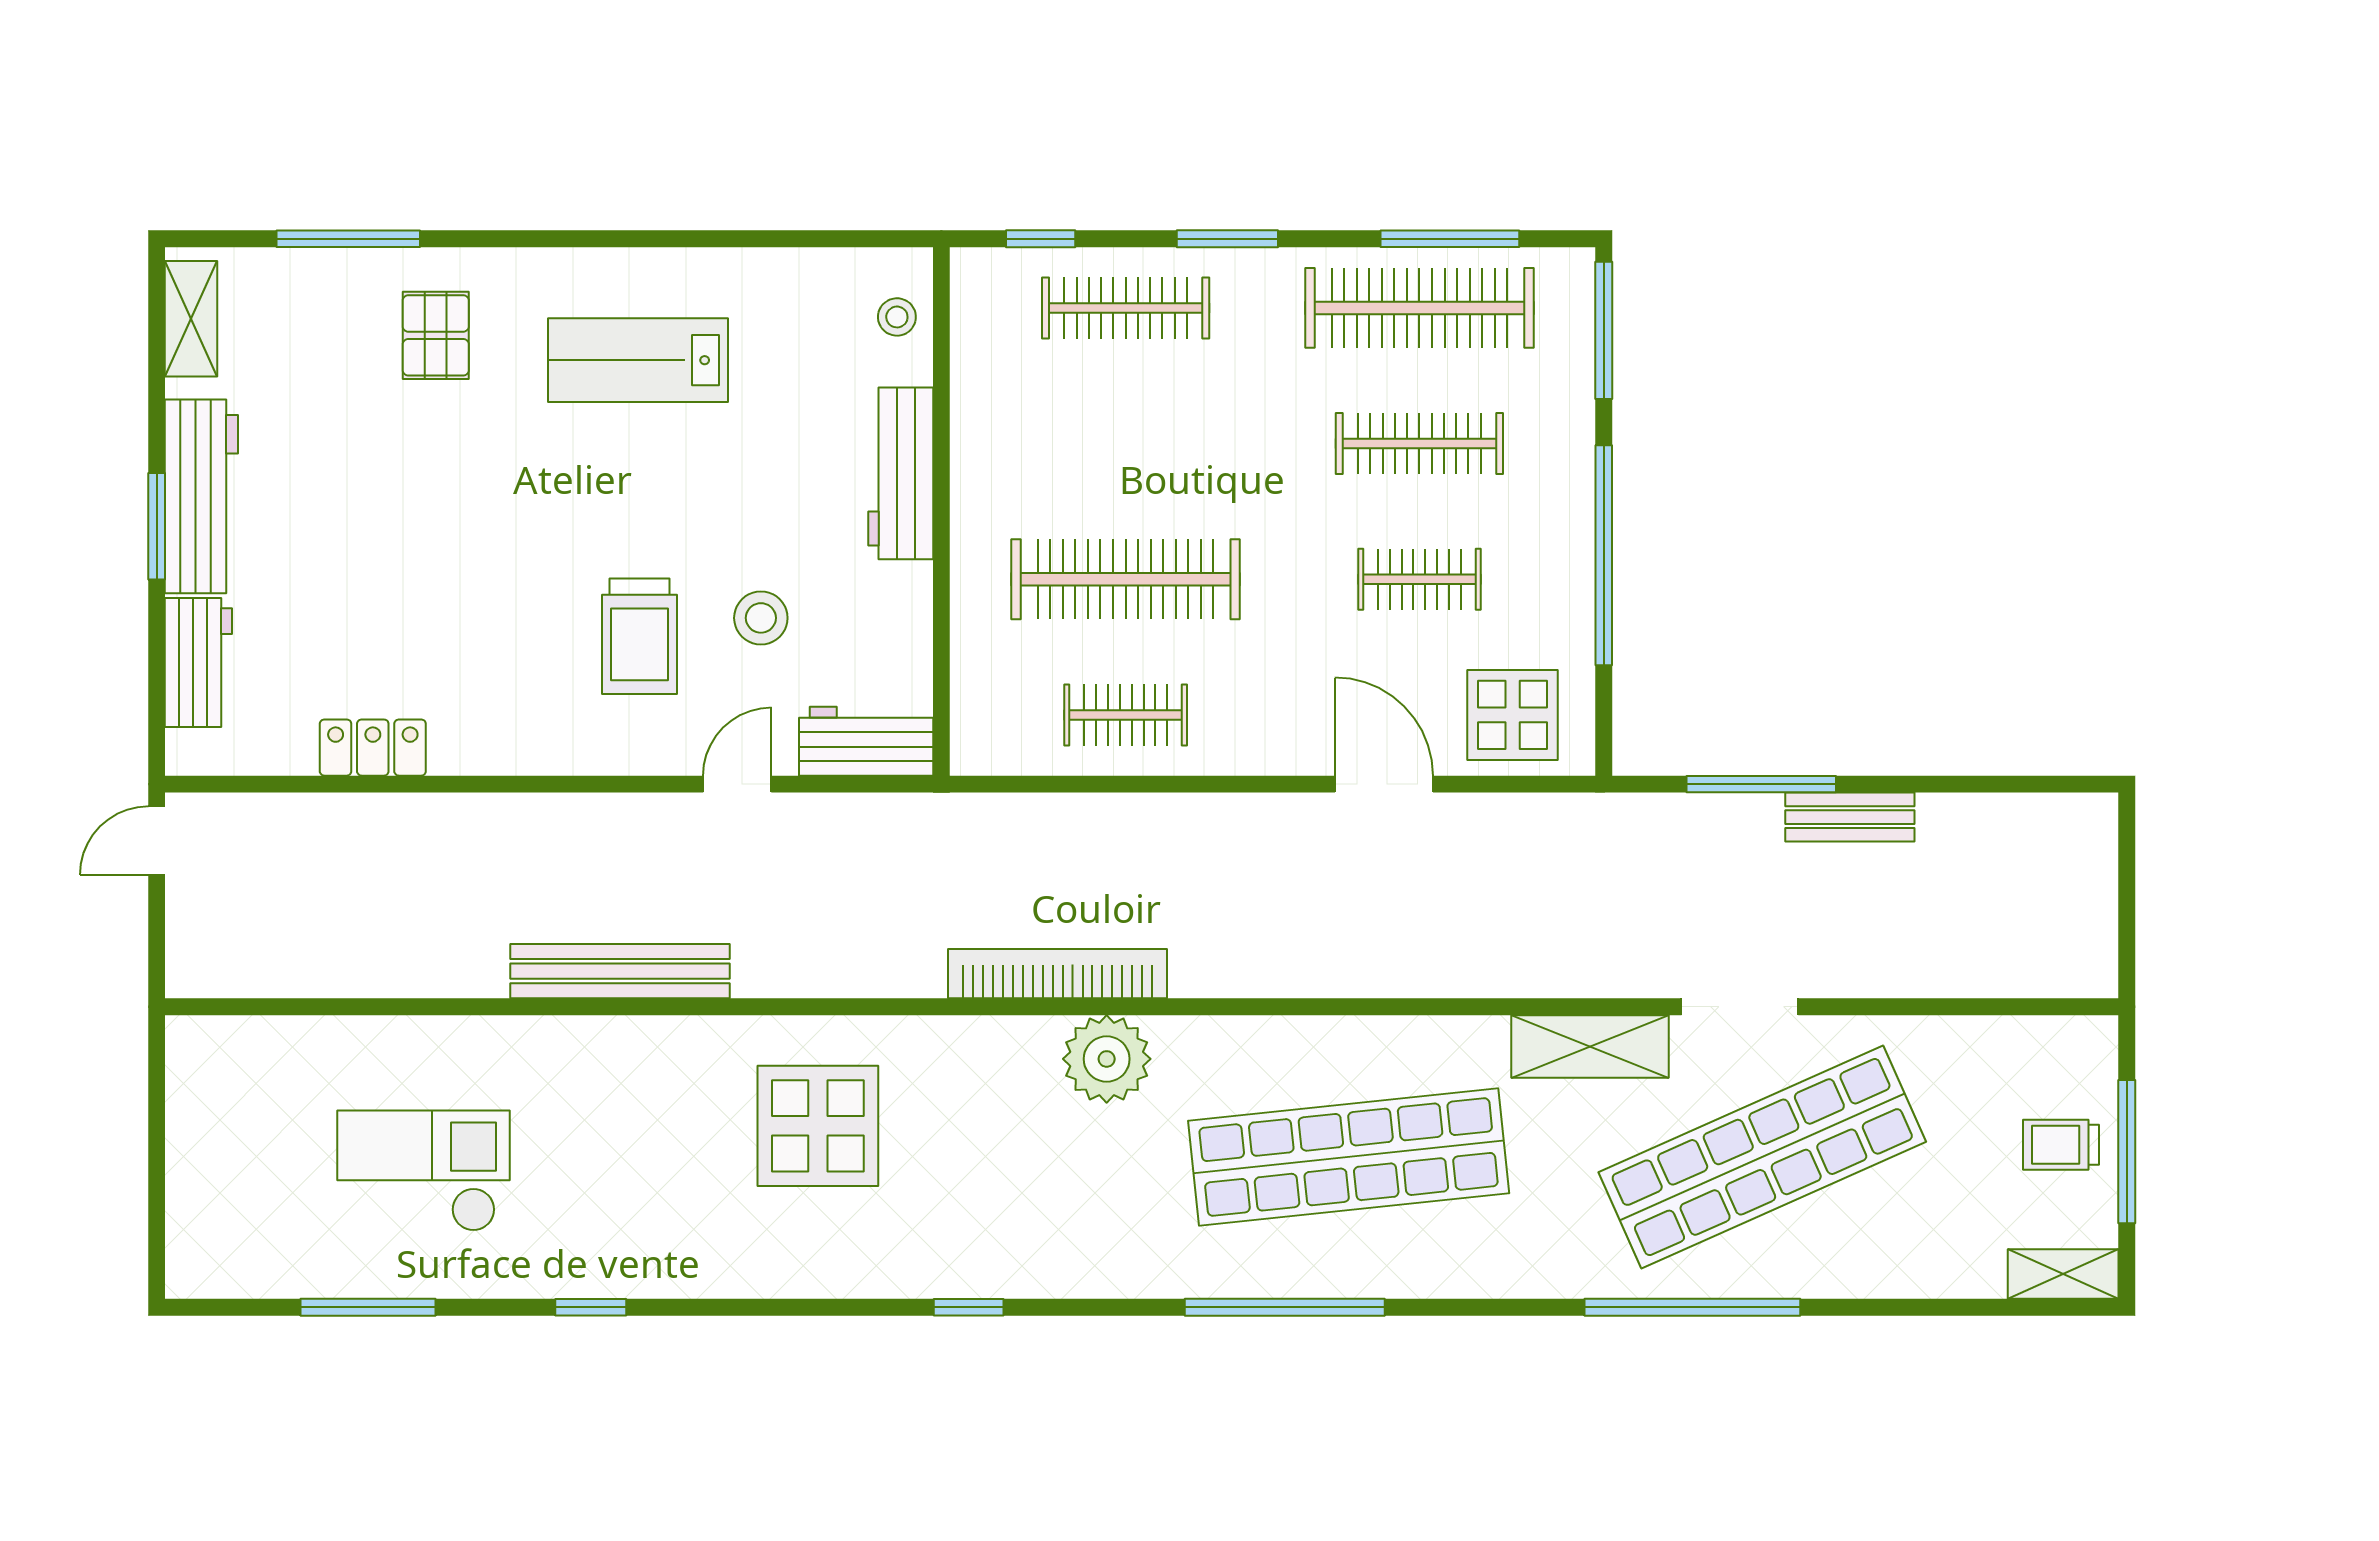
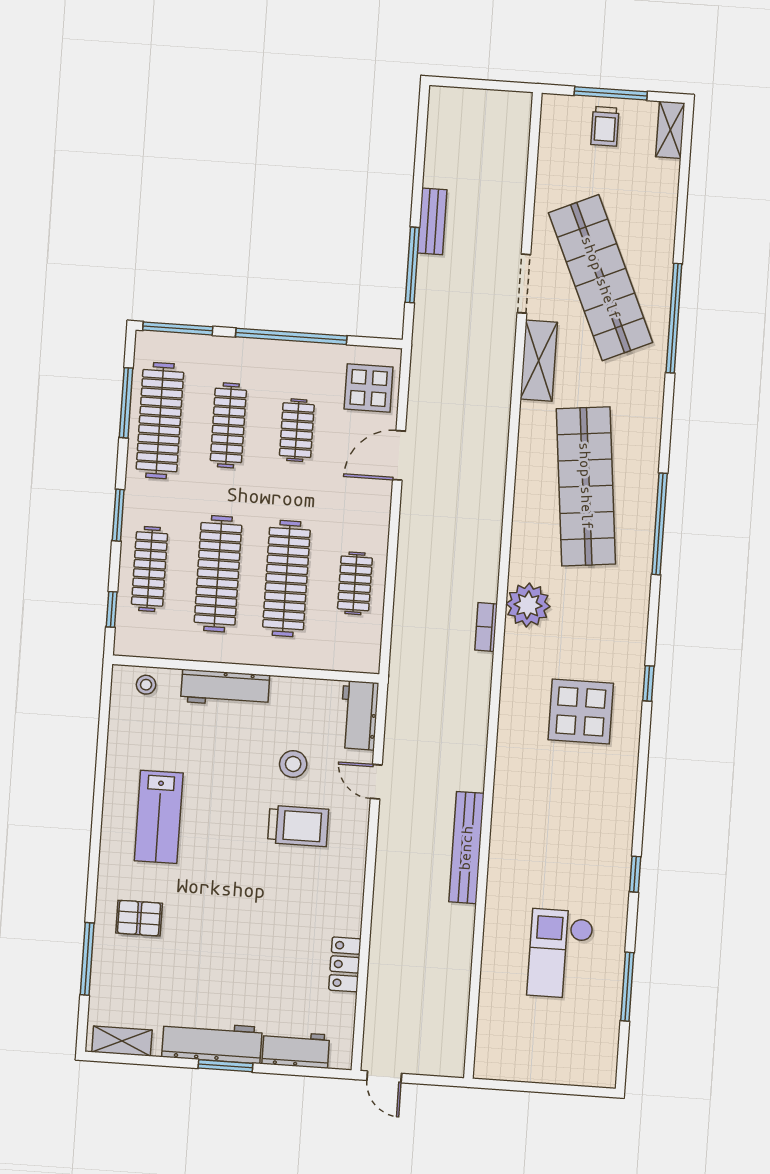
clothes rail: (1126, 444) -> (218, 574), added
bookcase: (1058, 974) -> (486, 627), width x0.43, depth x0.76
display table: (818, 1126) -> (581, 712), moved

